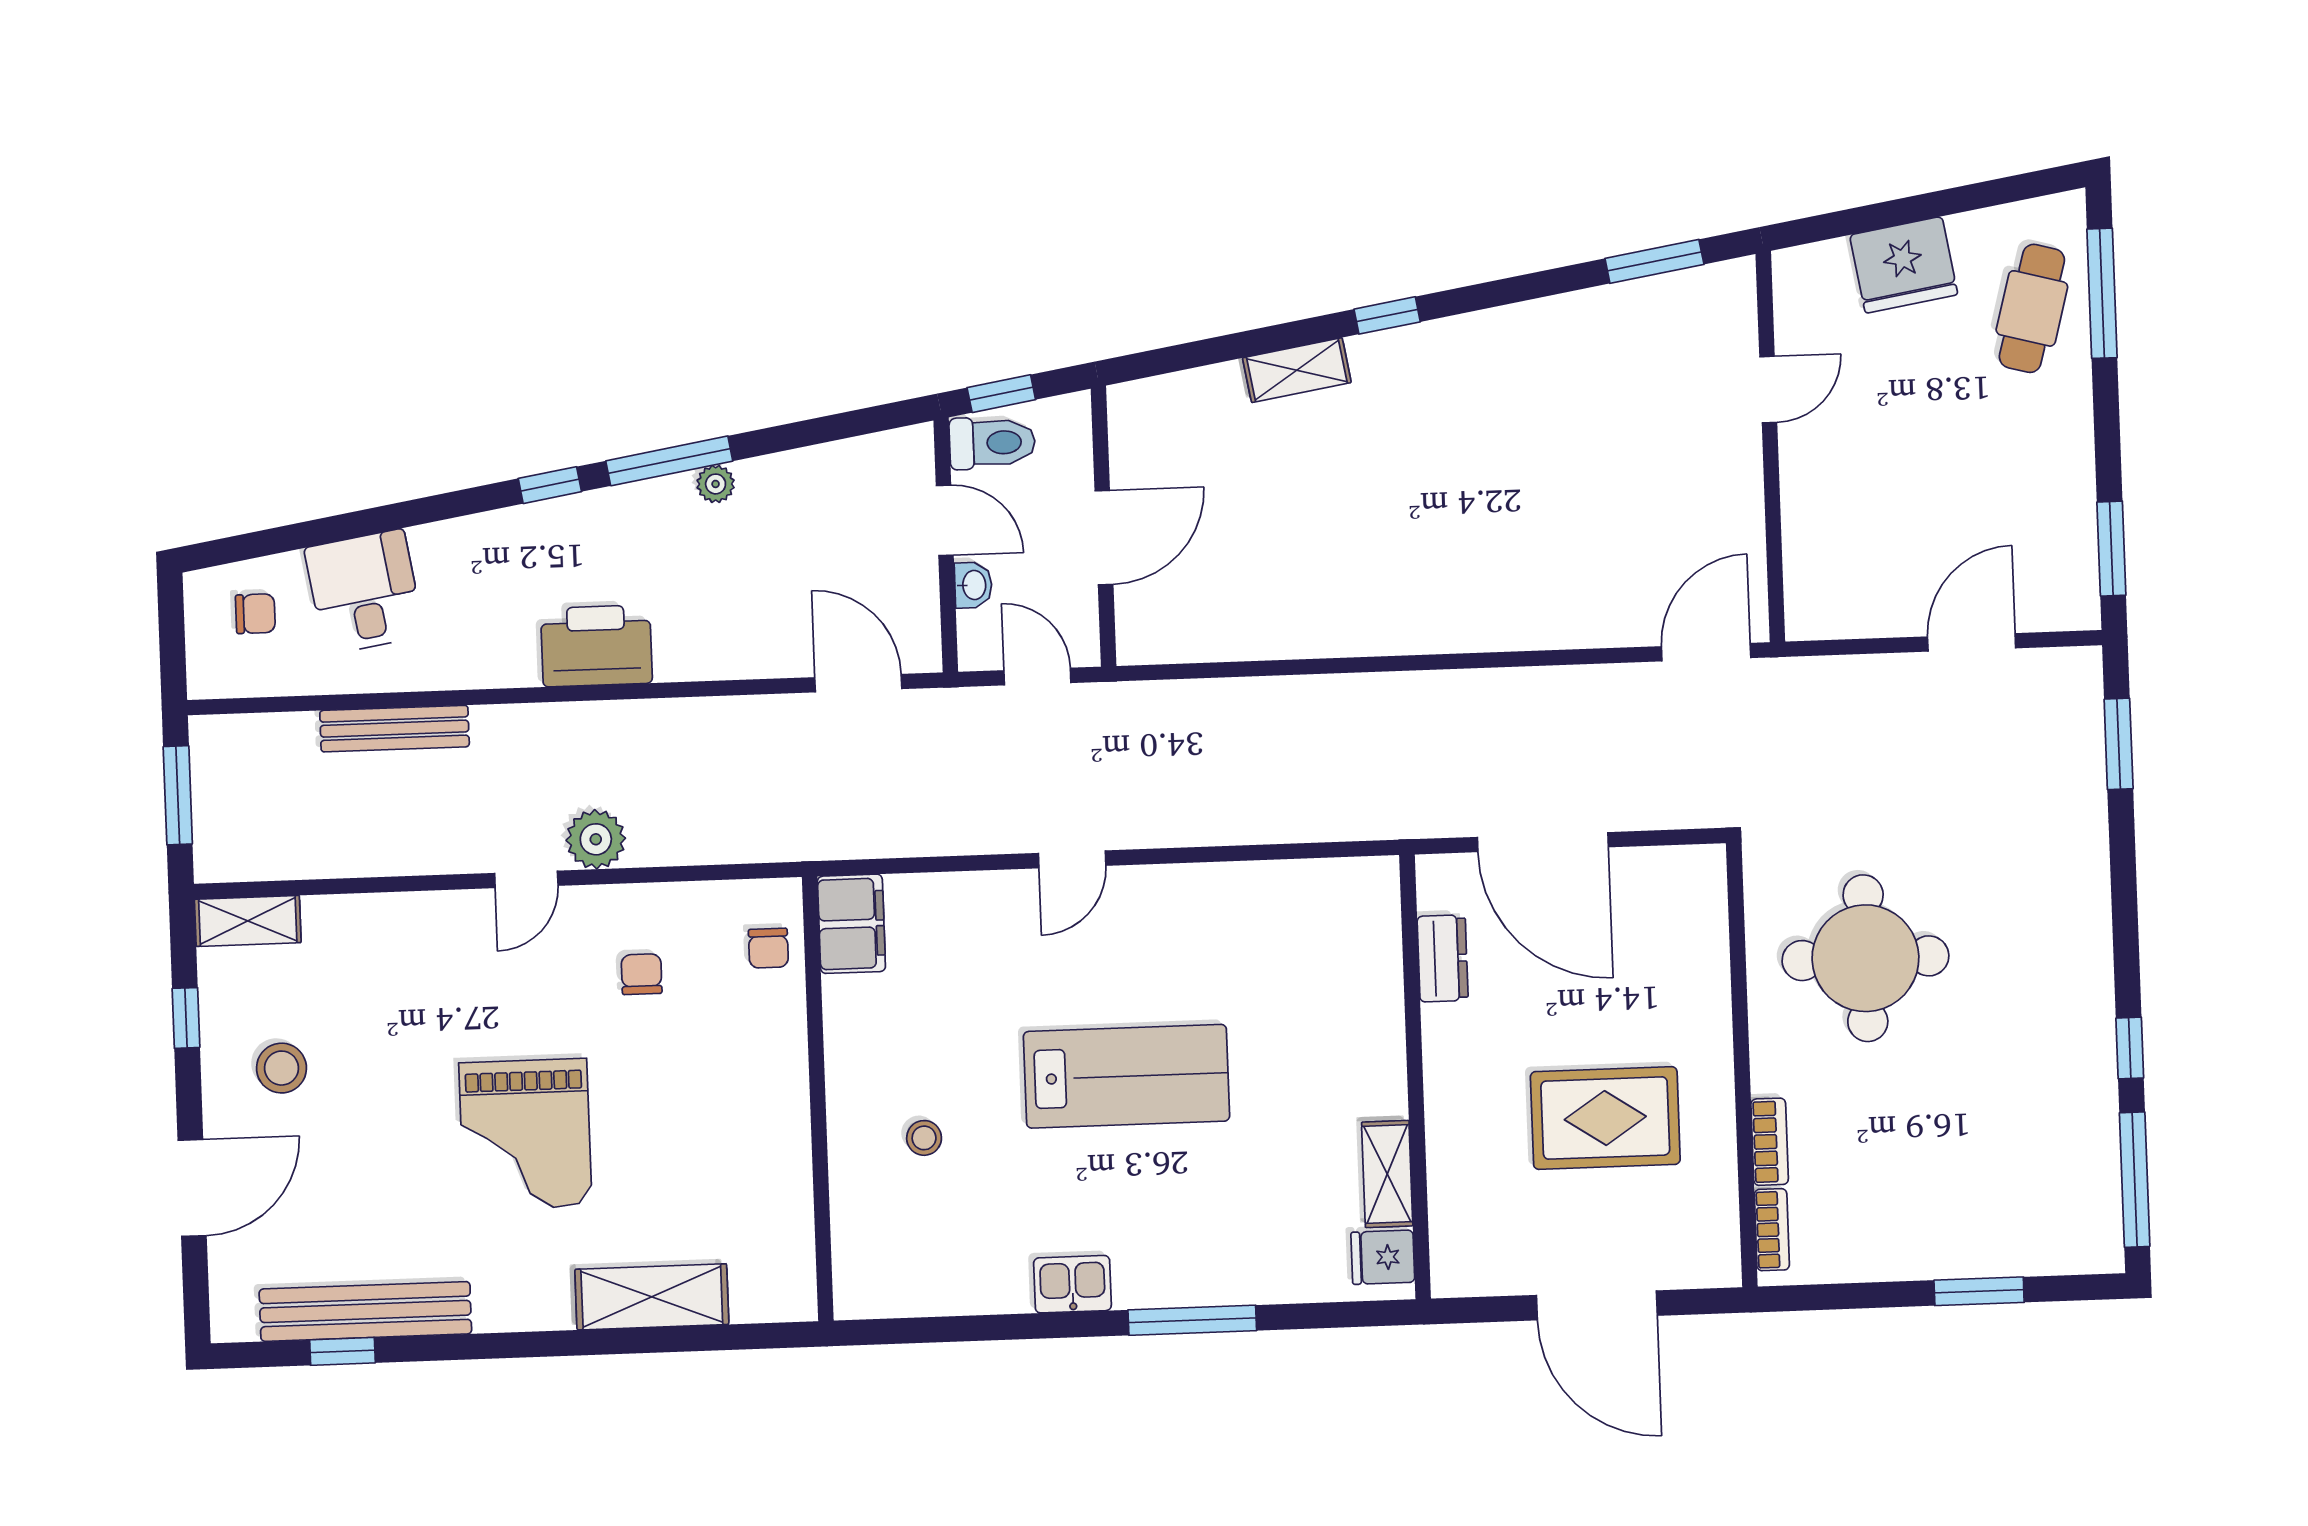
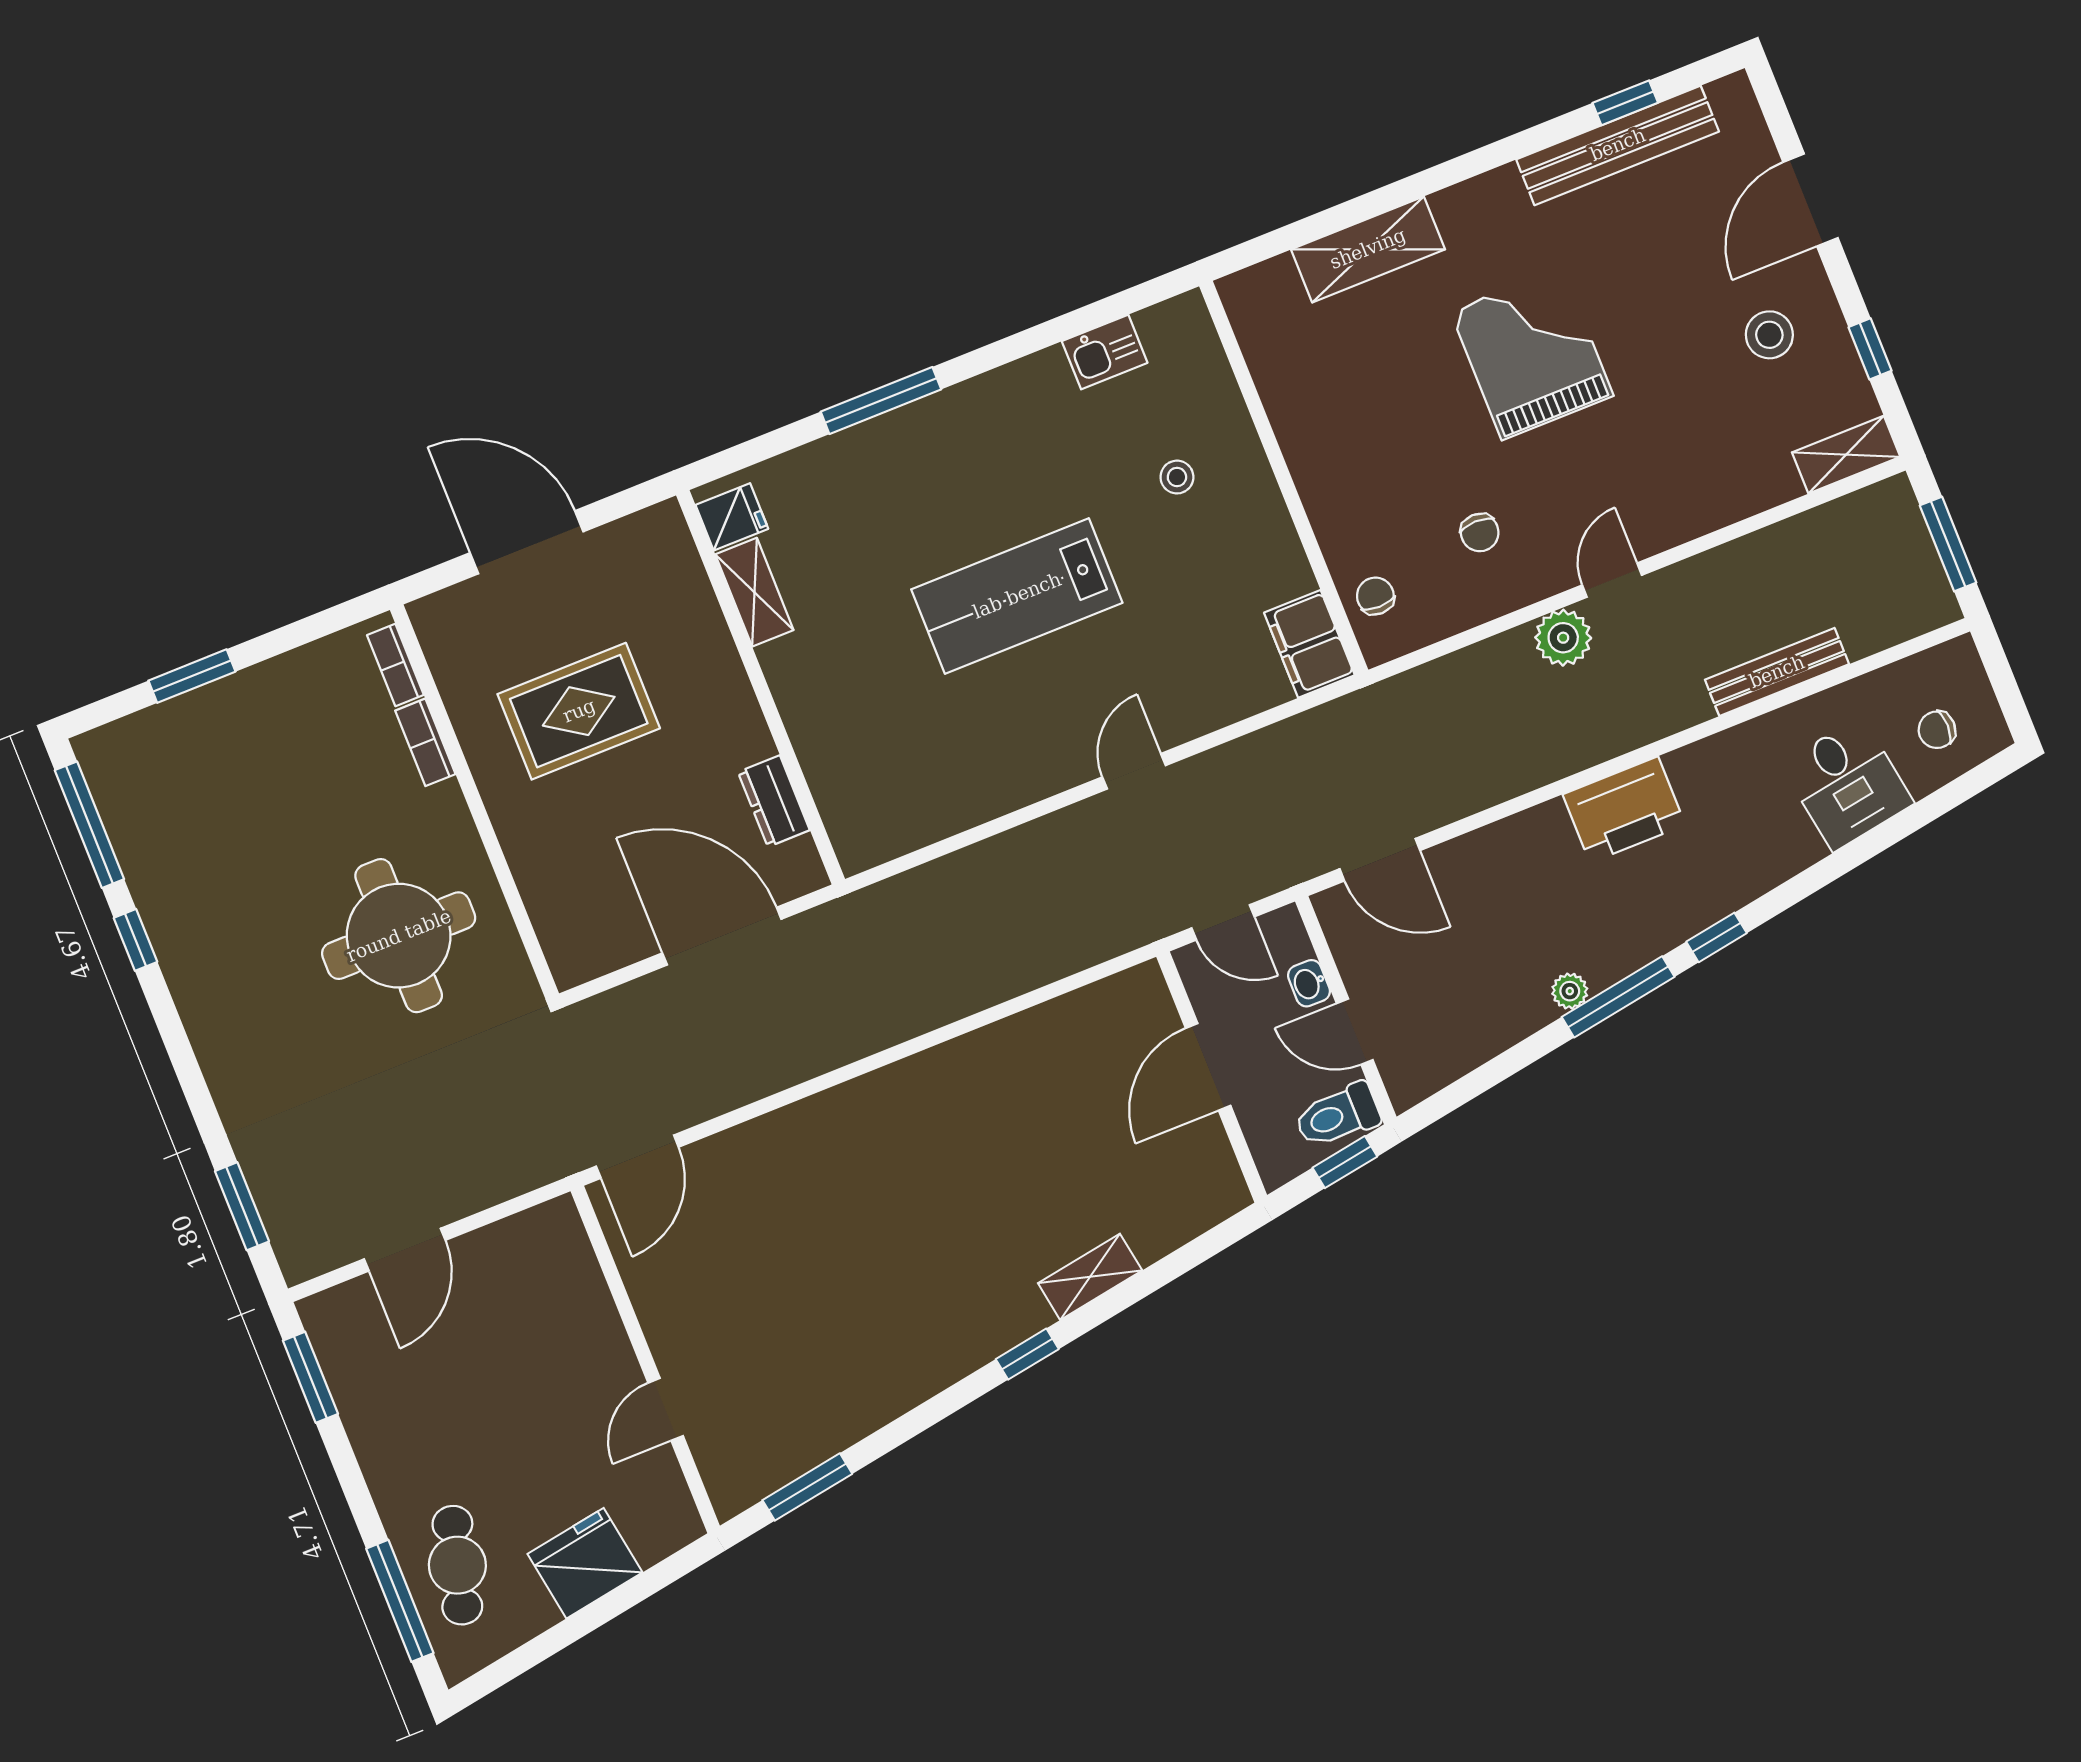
kitchen sink: (1072, 1284) -> (1105, 352), moved

